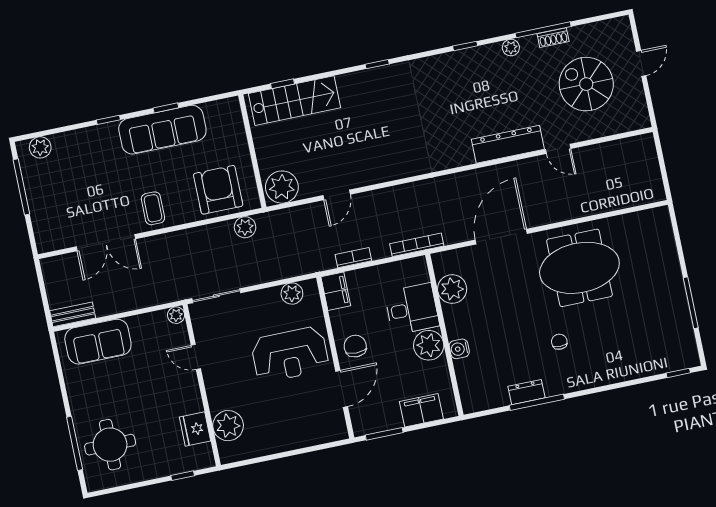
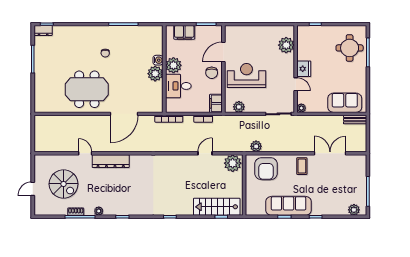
plant: (452, 289) -> (155, 74), moved
dresser: (527, 392) -> (43, 30), moved
fridge: (195, 429) -> (304, 69), moved

